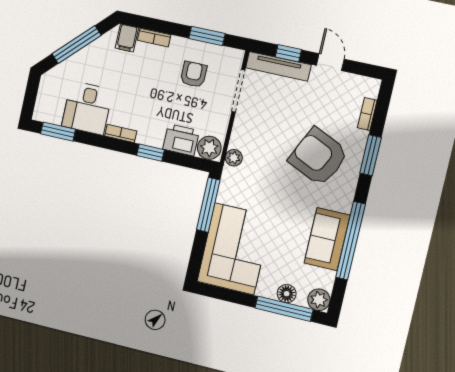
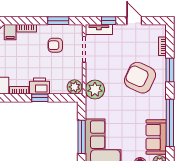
tv unit: (278, 66) -> (99, 30), width x0.71
armchair: (194, 74) -> (55, 45), turned -90
printer: (181, 140) -> (39, 86), moved
plant: (234, 158) -> (95, 90), width x1.87, depth x1.87
window: (208, 205) -> (82, 137), moved
sofa: (327, 239) -> (156, 137), moved

